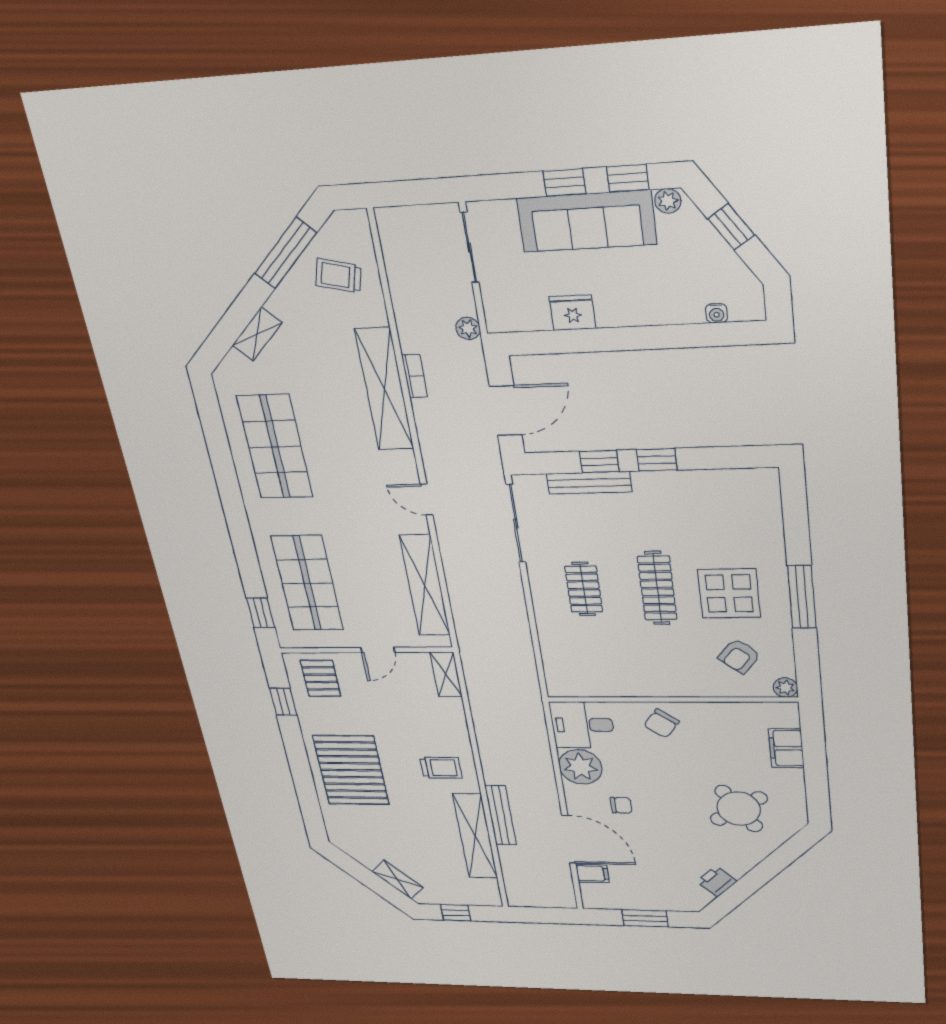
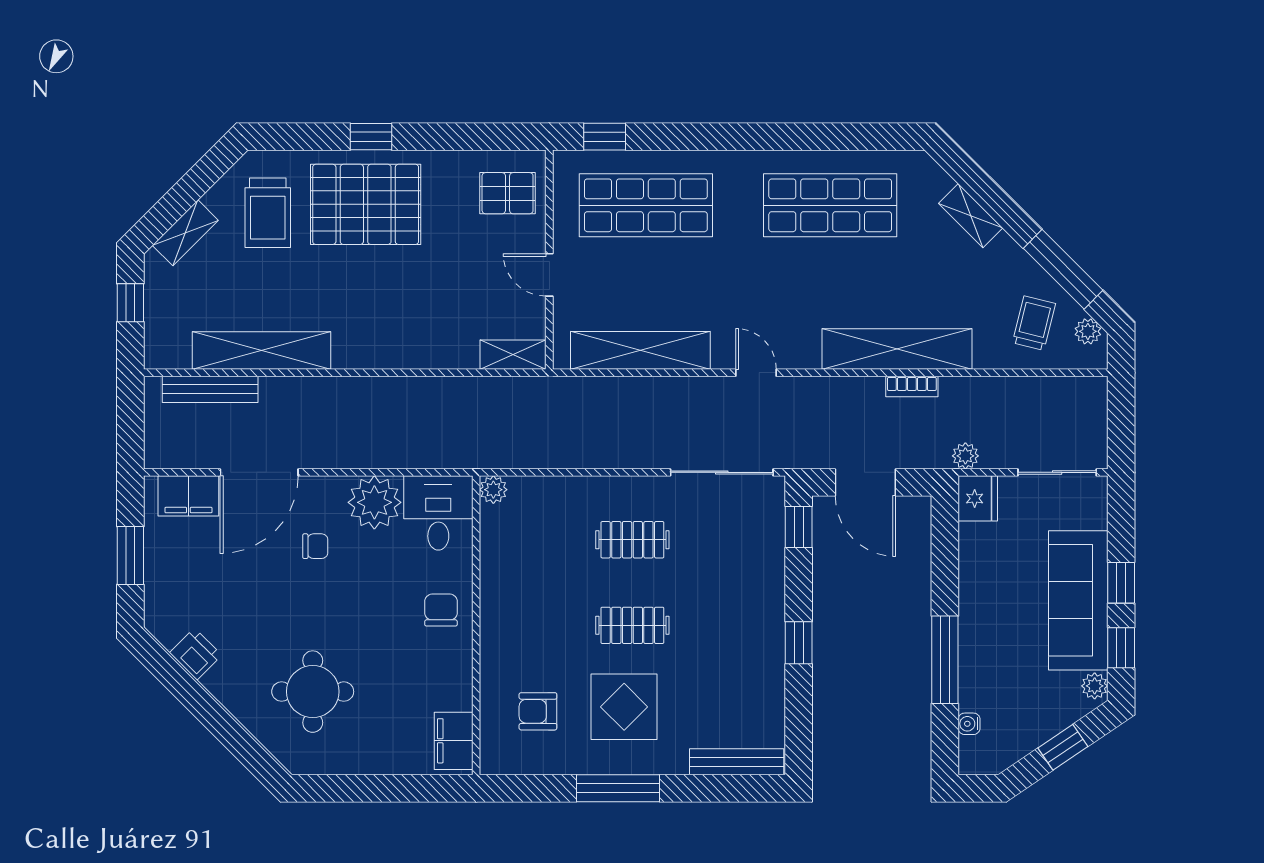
plant: (336, 228) -> (1088, 331), added
fridge: (573, 313) -> (978, 498), moved
window: (658, 337) -> (945, 660), added
window: (599, 461) -> (799, 527), moved
bench: (589, 483) -> (737, 762), moved, turned 90
door: (427, 500) -> (756, 373), hinge flipped
clothes rail: (657, 588) -> (632, 625), width x0.73
armchair: (739, 656) -> (538, 711), turned -39
plant: (785, 688) -> (493, 490), moved
window: (283, 702) -> (371, 137), moved
chair: (661, 723) -> (441, 610), turned 53
filing cabinet: (786, 748) -> (454, 741), moved, turned -90
trolley: (441, 768) -> (268, 213), moved, width x1.36, depth x1.39
chair: (621, 805) -> (315, 546), turned -90
round table: (739, 809) -> (313, 692), turned 33
bench: (501, 815) -> (210, 389), moved
filing cabinet: (592, 874) -> (188, 496), width x2.00

